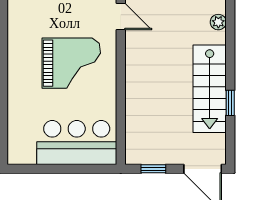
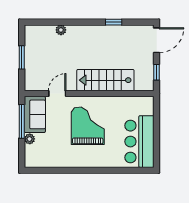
stairs: (210, 89) -> (105, 80), moved, turned 180
bar counter: (77, 143) -> (139, 142), moved

